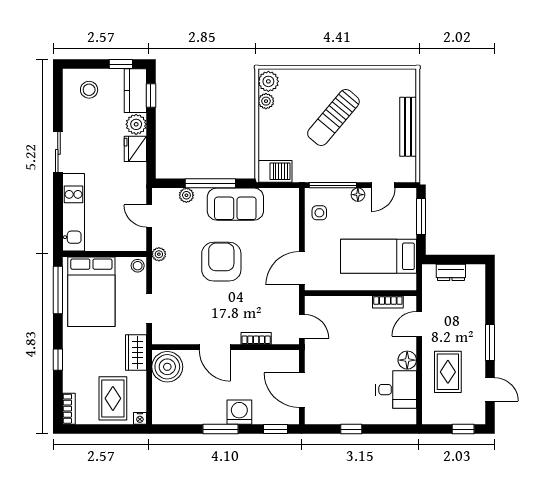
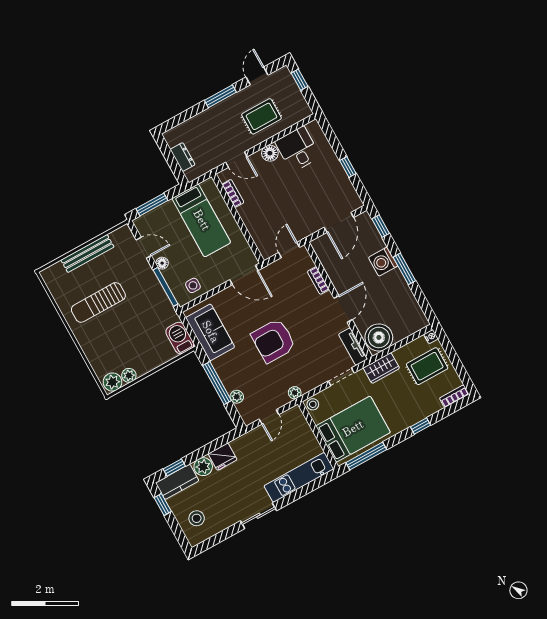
sun lounger: (333, 118) -> (98, 302), moved, turned 140
sofa: (235, 204) -> (210, 332), moved
tv unit: (172, 337) -> (353, 347), added

